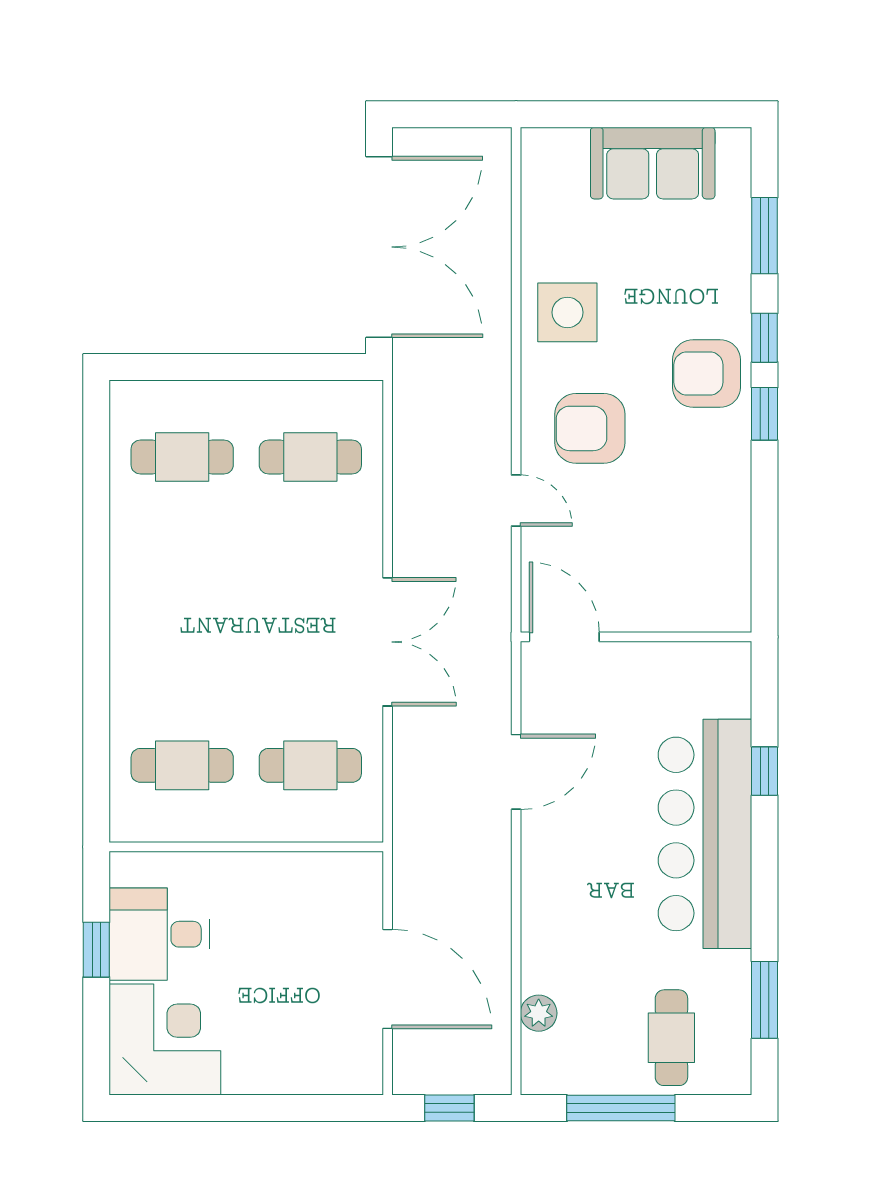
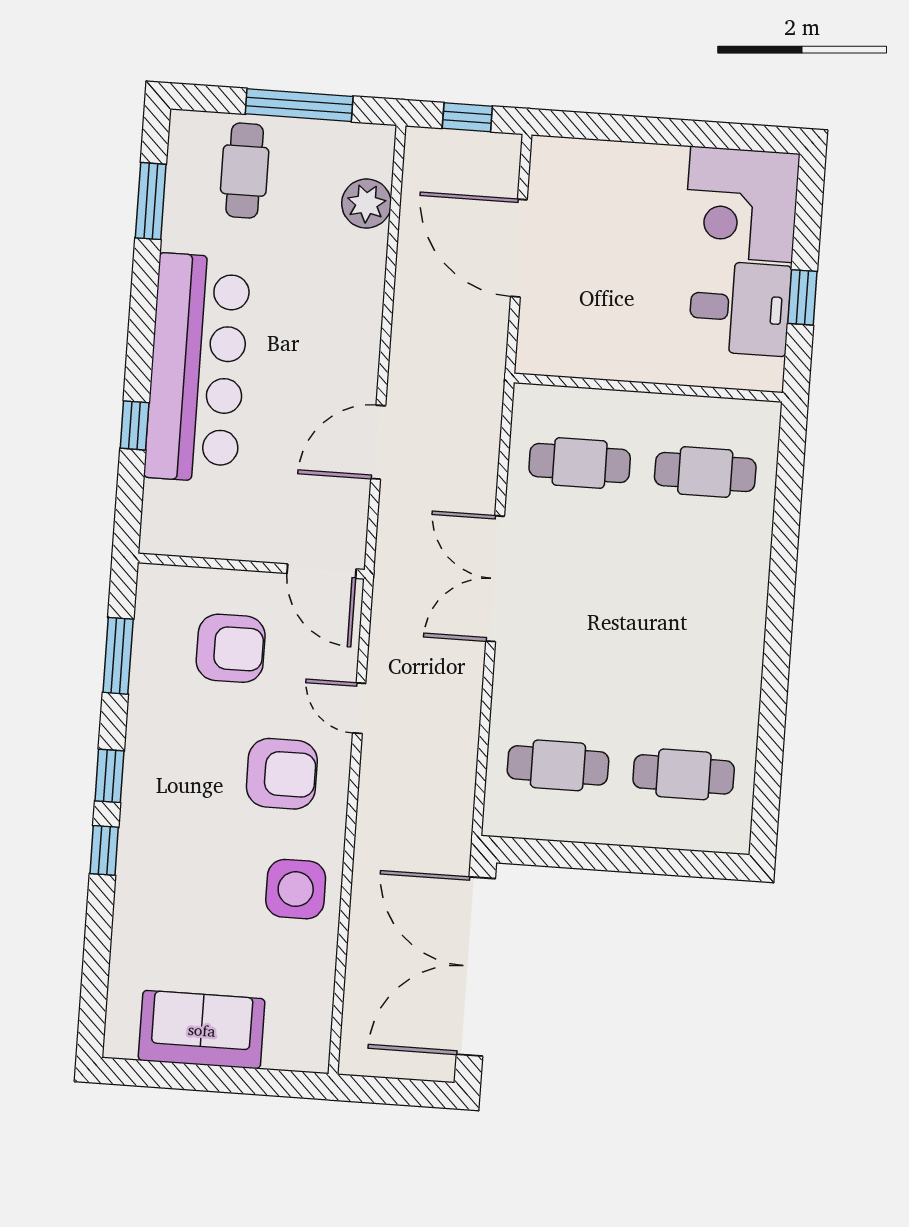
window: (765, 236) -> (118, 656), moved
armchair: (707, 374) -> (231, 648), moved
plant: (539, 1013) -> (366, 204), width x1.38, depth x1.38

